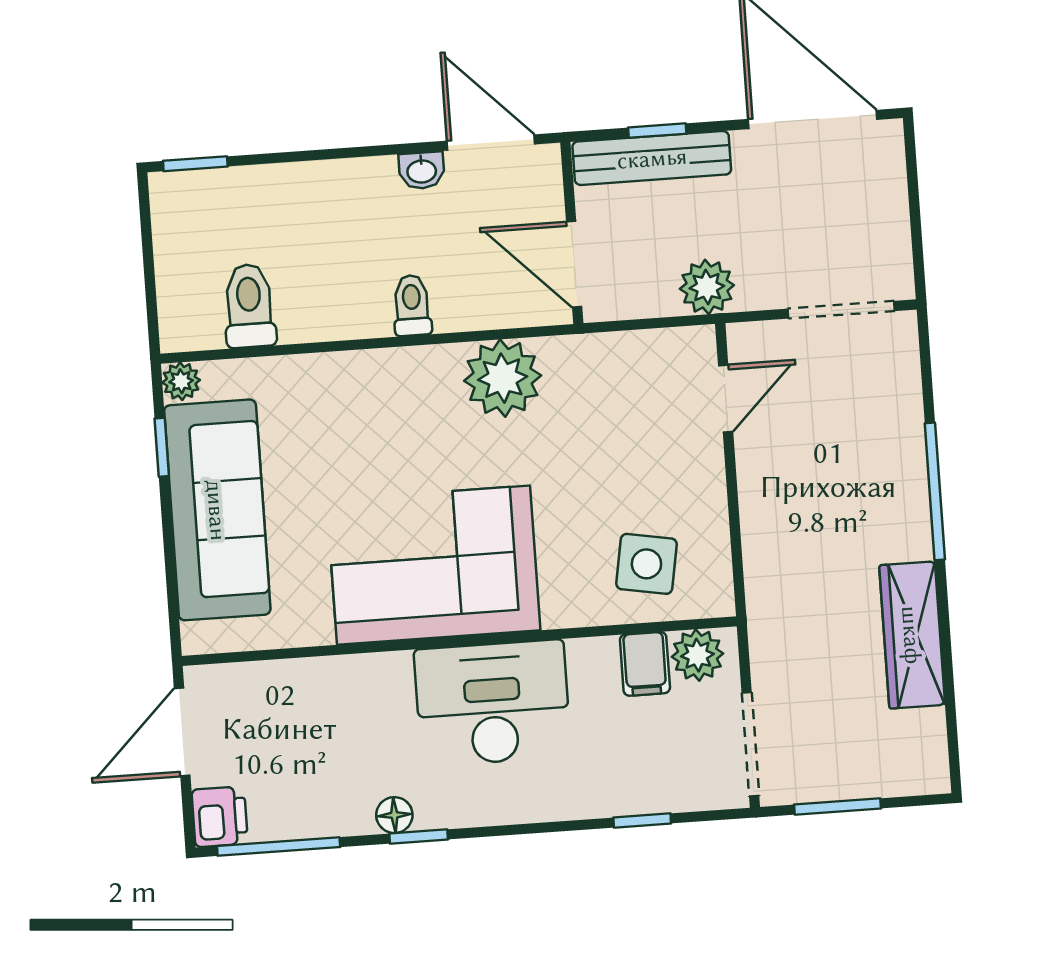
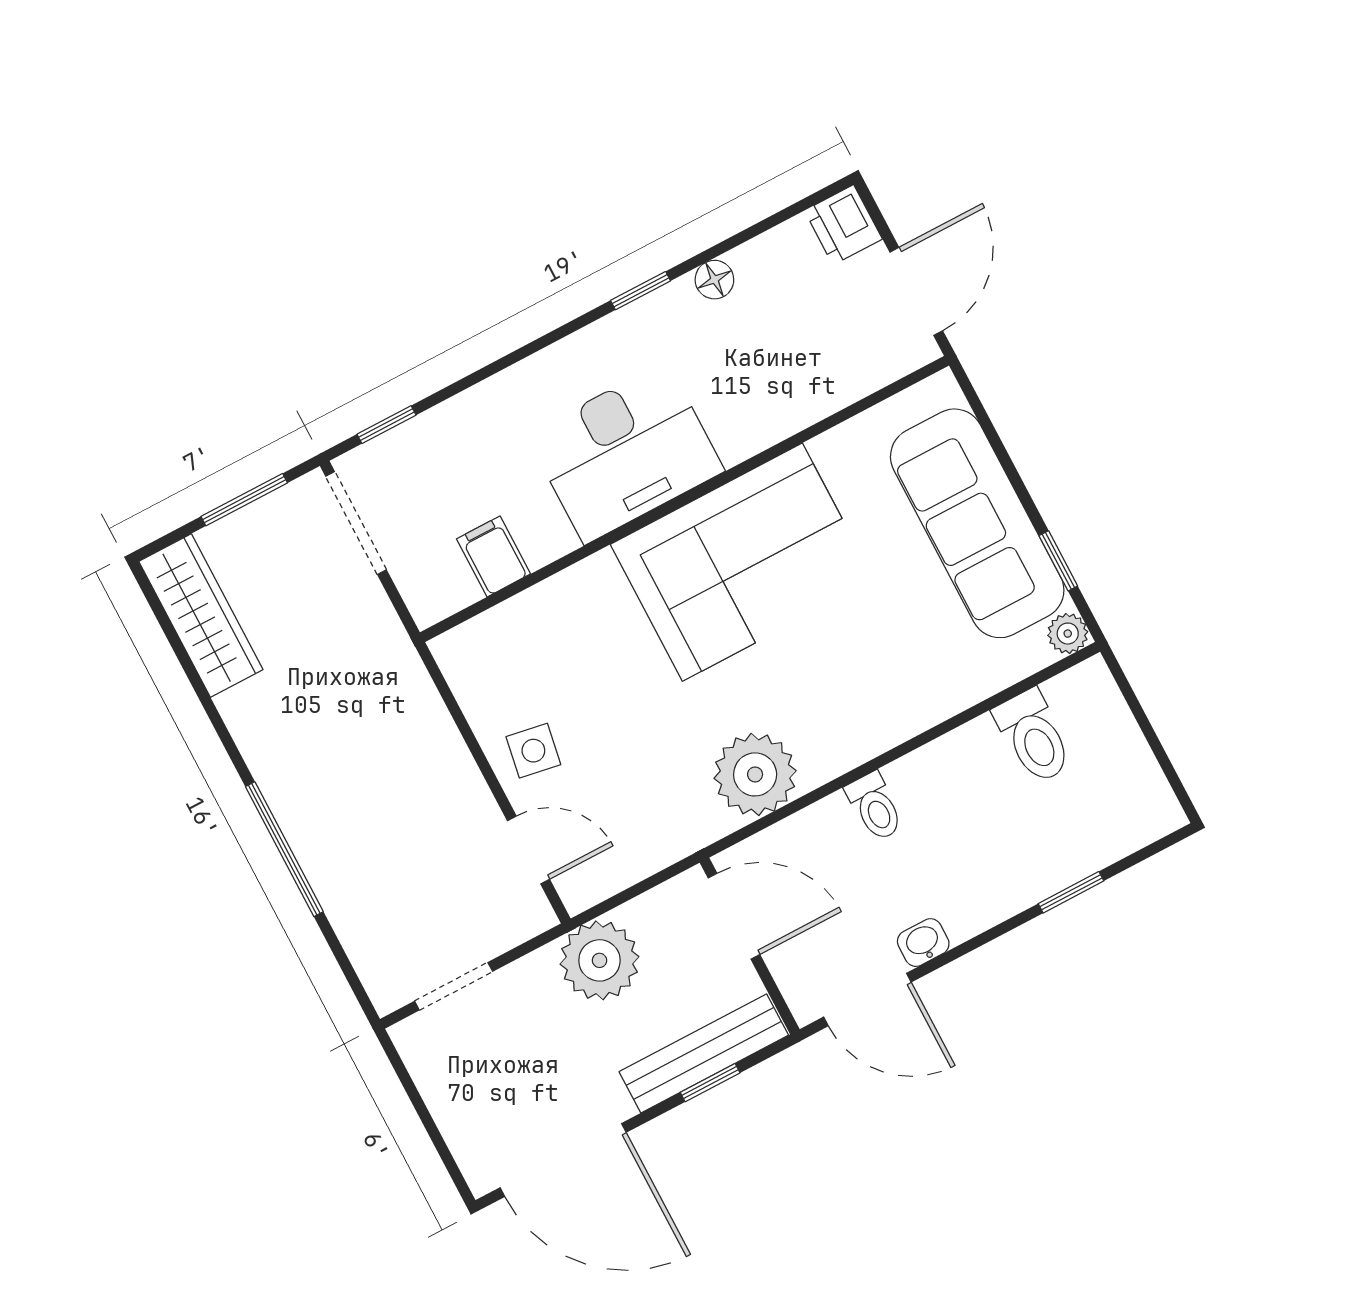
window: (195, 164) -> (1071, 892), moved
plant: (707, 287) -> (599, 960), width x1.36, depth x1.36
doorway: (841, 310) -> (454, 986), width x0.73
door: (726, 399) -> (528, 850), swing flipped
side table: (646, 564) -> (533, 751), moved, width x0.73, depth x0.73
wardrobe: (912, 635) -> (201, 616), moved
plant: (698, 655) -> (446, 587), removed
floor lamp: (394, 815) -> (714, 280), moved
window: (642, 821) -> (386, 425), moved
window: (279, 847) -> (773, 221), removed

